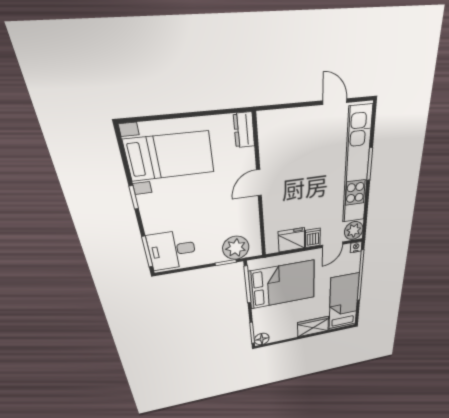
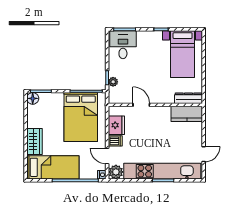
dresser: (244, 130) -> (189, 98), width x1.44
kitchen counter: (271, 138) -> (187, 114), added
door: (259, 183) -> (141, 105), moved
plant: (236, 248) -> (113, 82), width x0.53, depth x0.53

